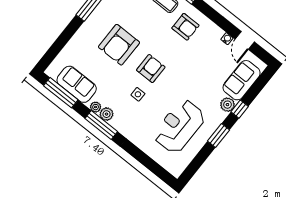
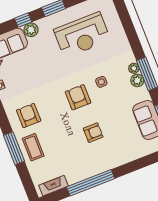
armchair: (119, 45) -> (93, 133), width x0.53, depth x0.53
armchair: (151, 69) -> (78, 97), turned 90
plant: (96, 107) -> (134, 68), moved

